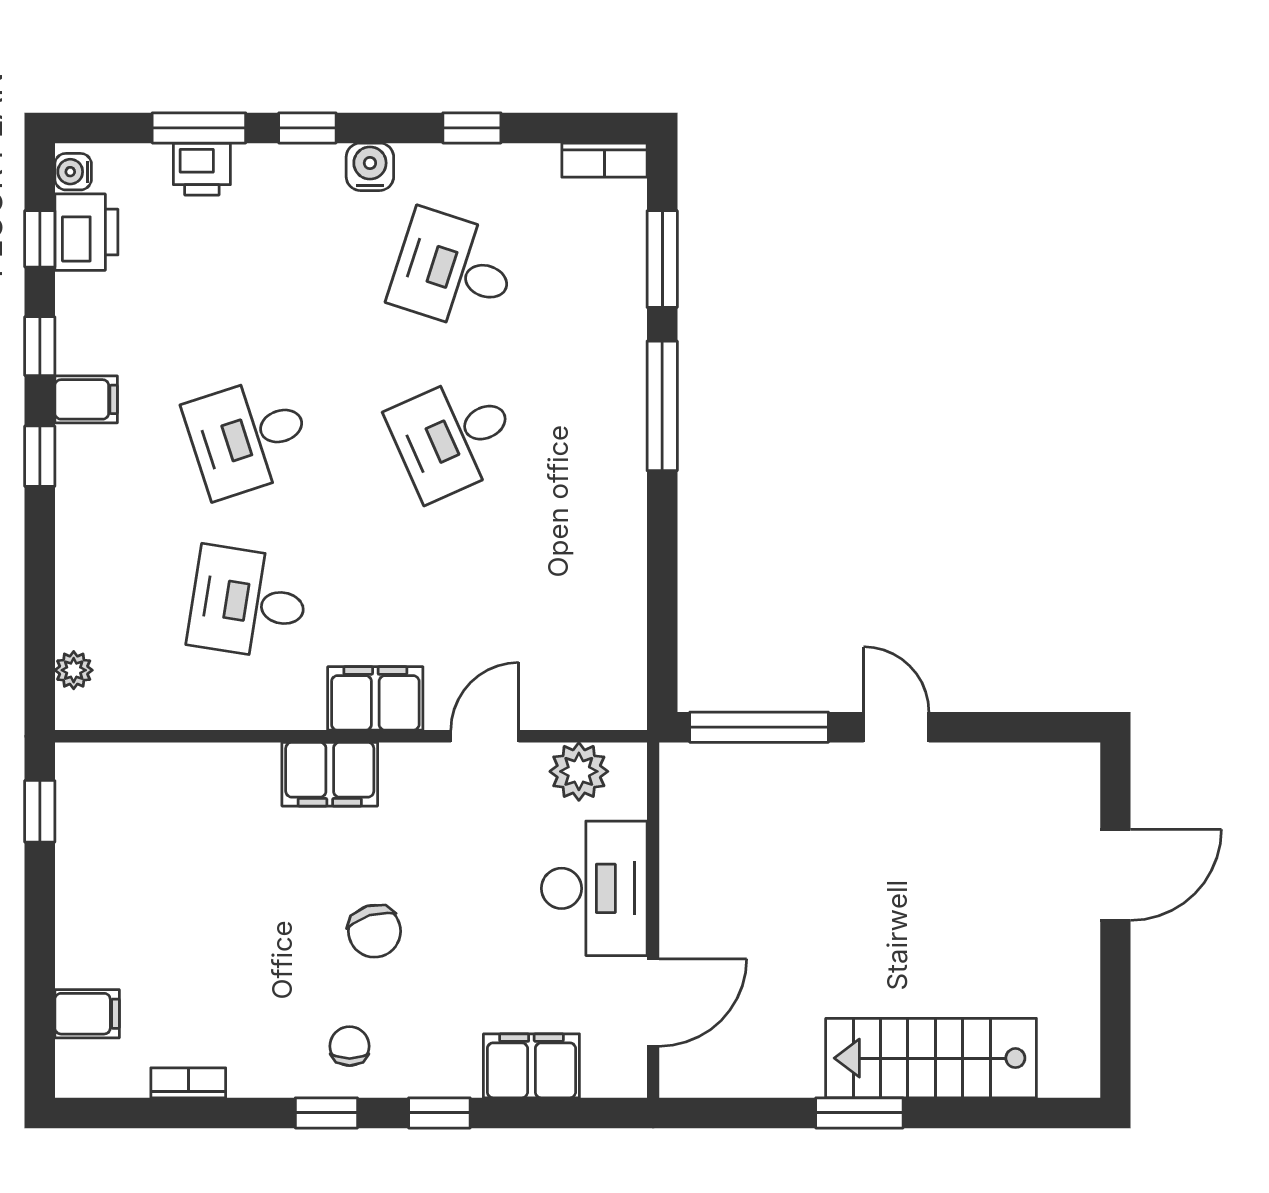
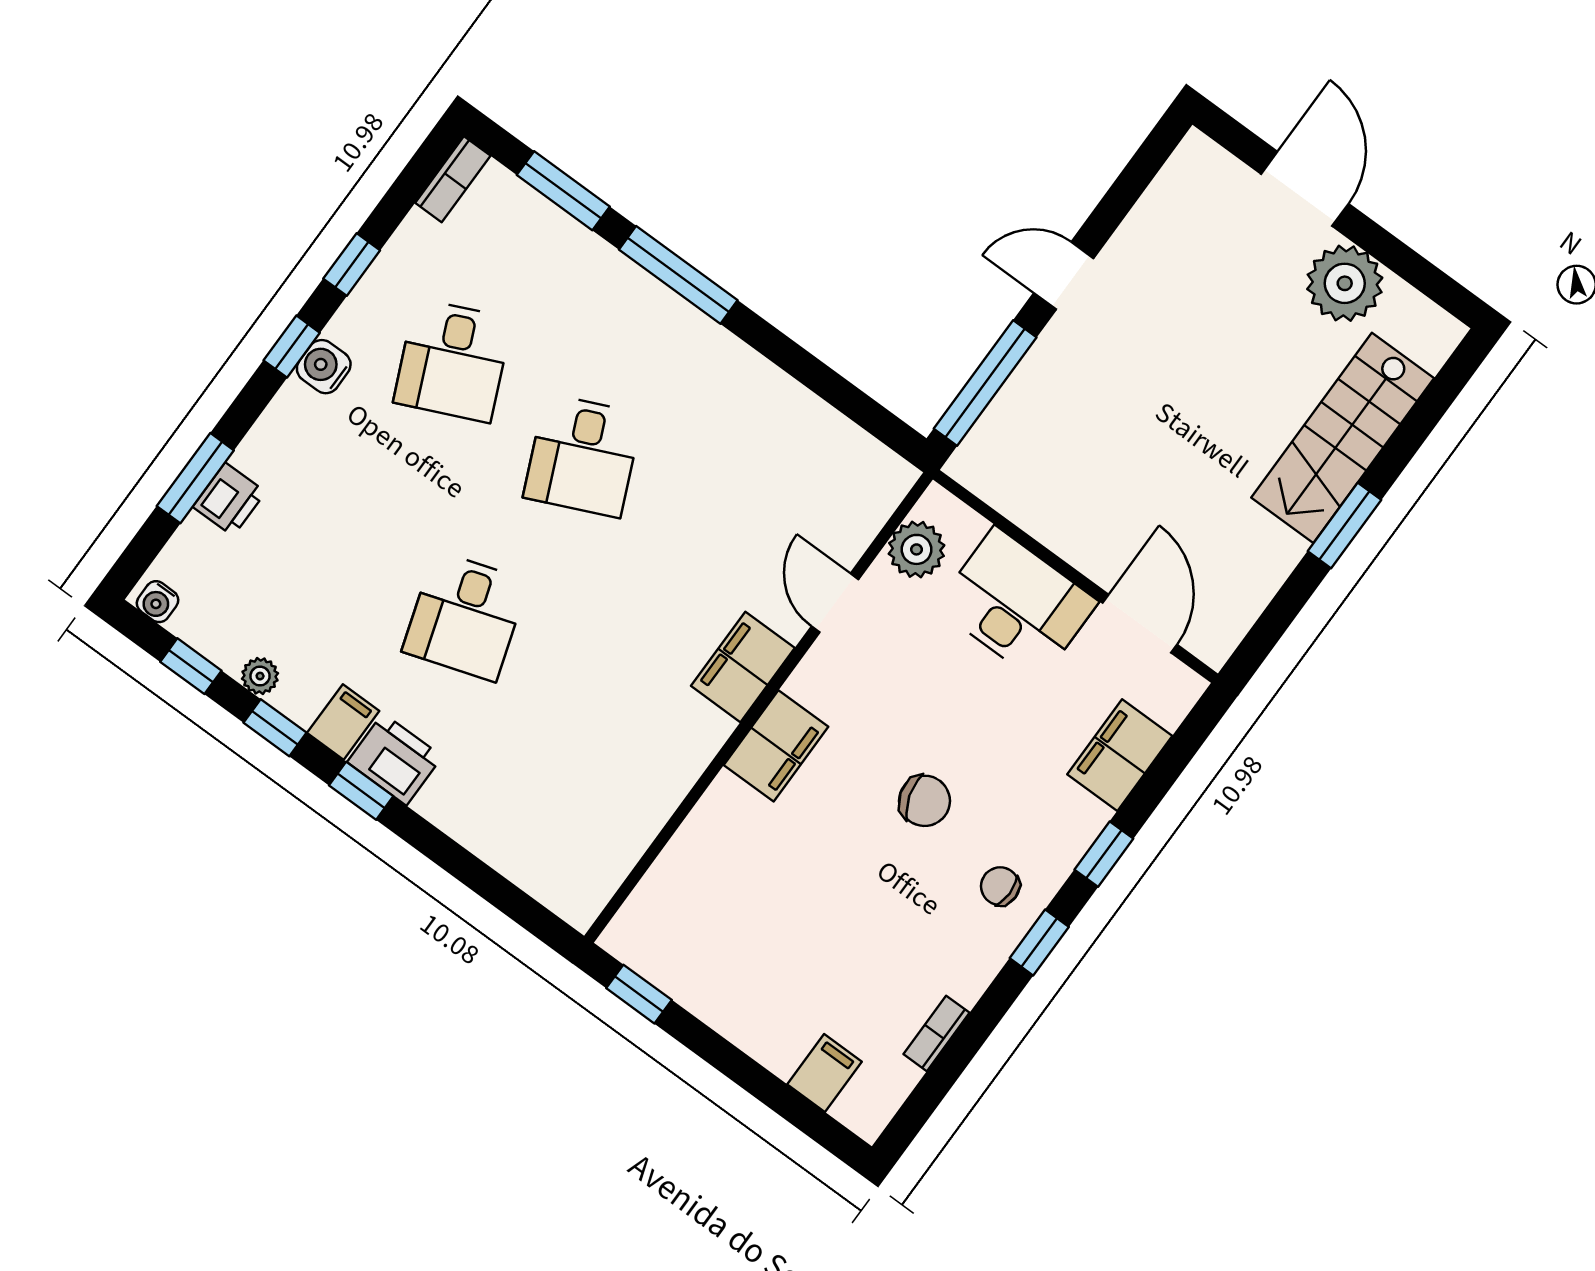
window: (307, 128) -> (292, 347), moved
printer: (86, 232) -> (395, 759), moved
desk: (454, 271) -> (453, 361), turned -42
desk: (248, 603) -> (595, 711), removed
plant: (74, 670) -> (260, 676), moved
plant: (1061, 966) -> (1345, 283), added

